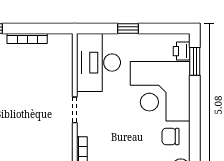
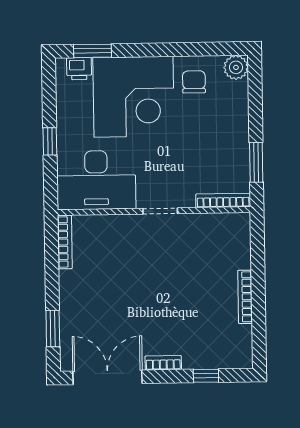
bookcase: (27, 38) -> (65, 242), moved
chair: (170, 137) -> (194, 82), turned 180

